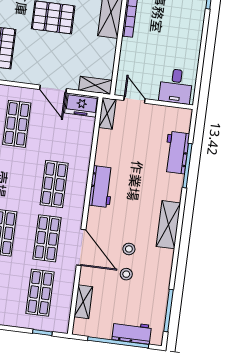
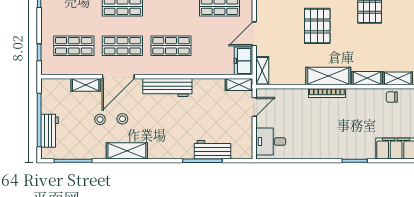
workbench: (101, 187) -> (167, 88), width x1.37
shelving: (168, 225) -> (127, 151), moved
shelving: (83, 302) -> (86, 85), moved

